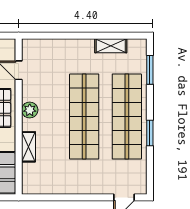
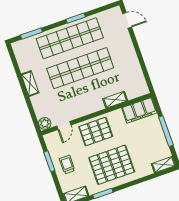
shelving: (111, 46) -> (30, 84), moved
plant: (30, 110) -> (45, 123), moved

